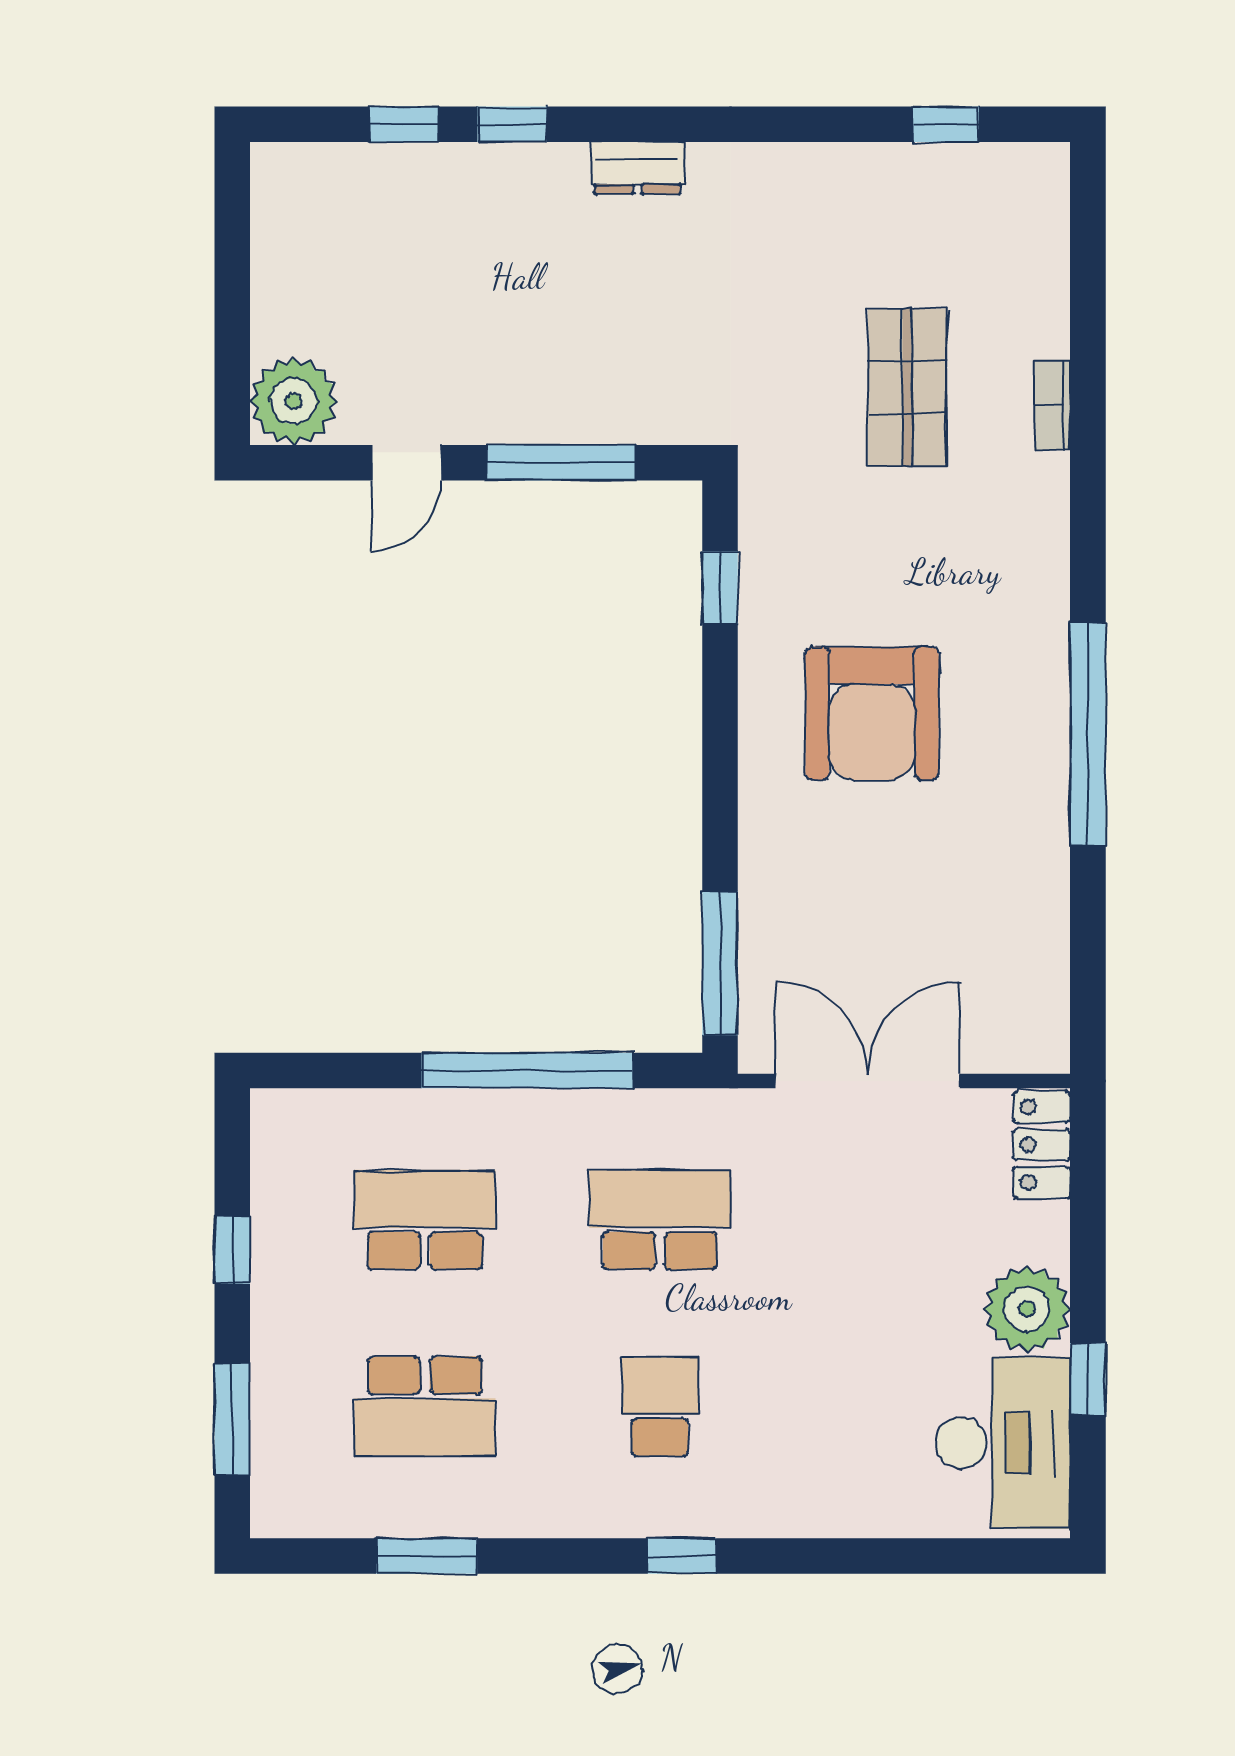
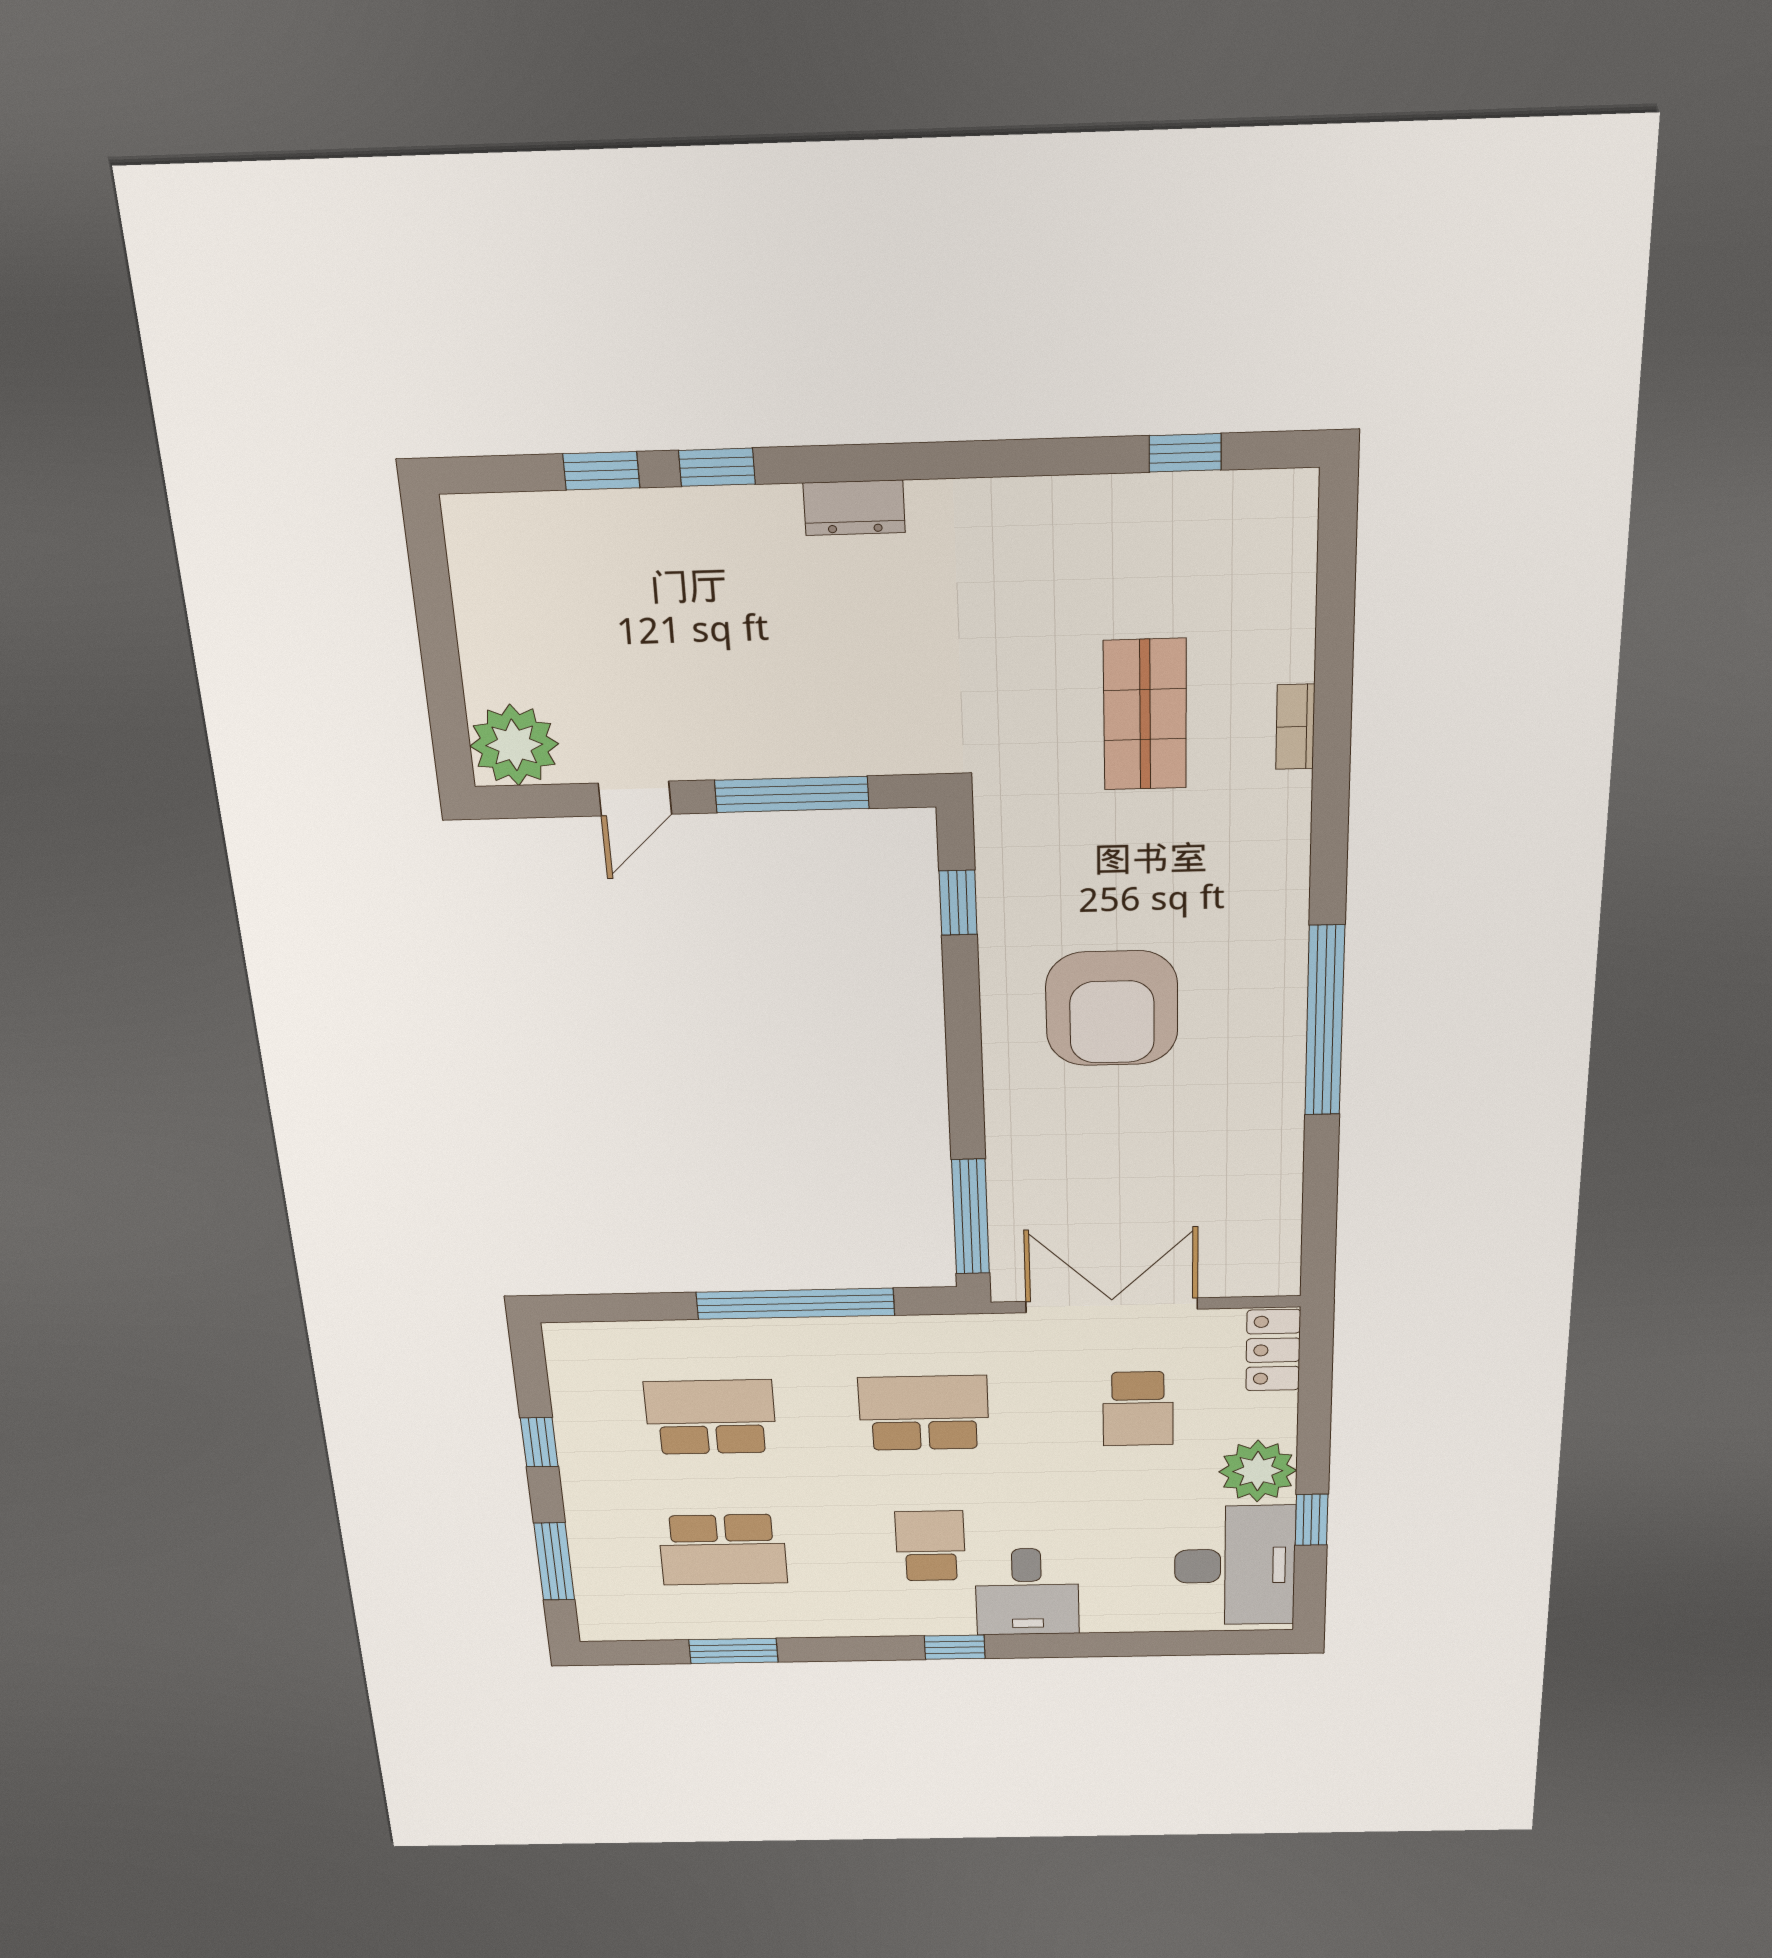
school desk: (895, 1220) -> (1138, 1409), added
desk: (767, 1476) -> (1027, 1592), added

